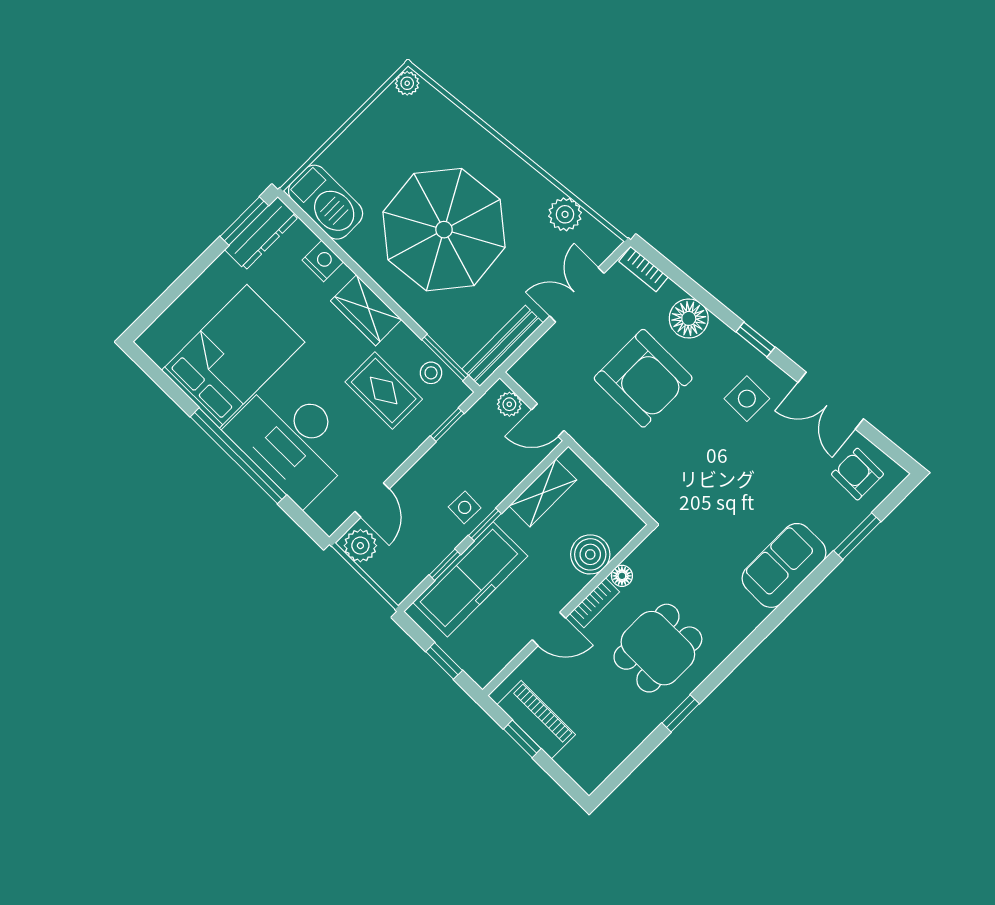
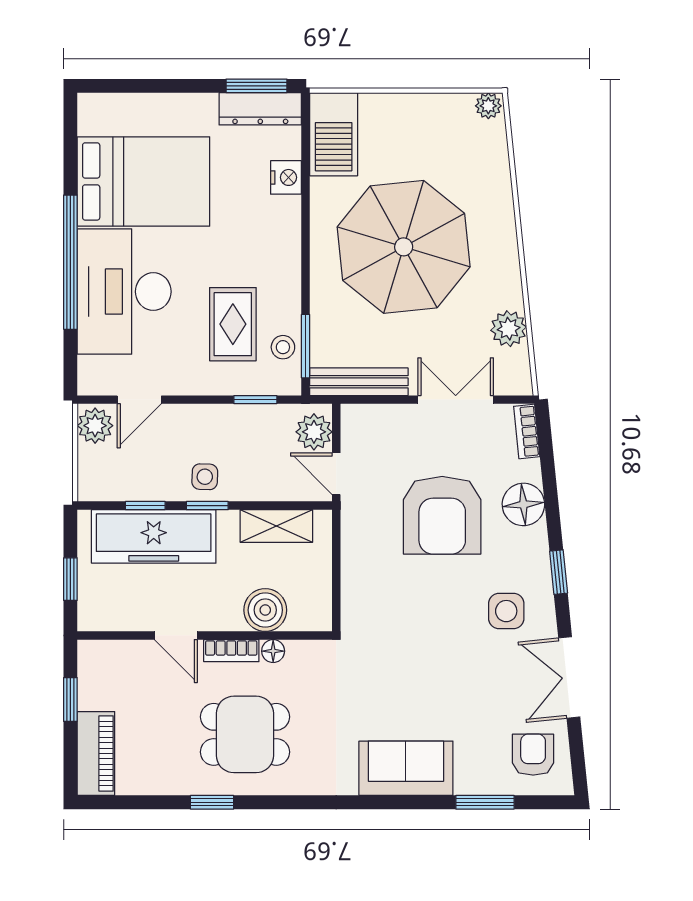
wardrobe: (366, 310) -> (281, 249), removed
plant: (509, 404) -> (314, 432), width x1.38, depth x1.38
piano: (536, 720) -> (96, 754), moved

